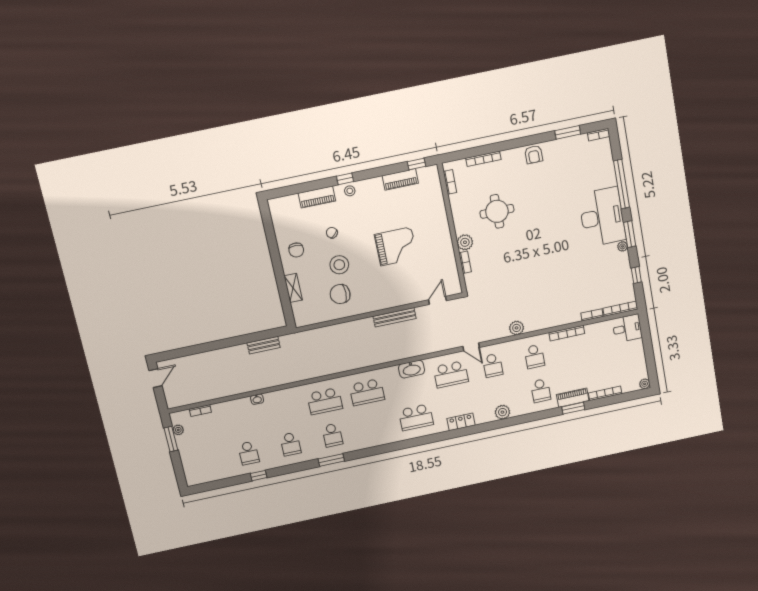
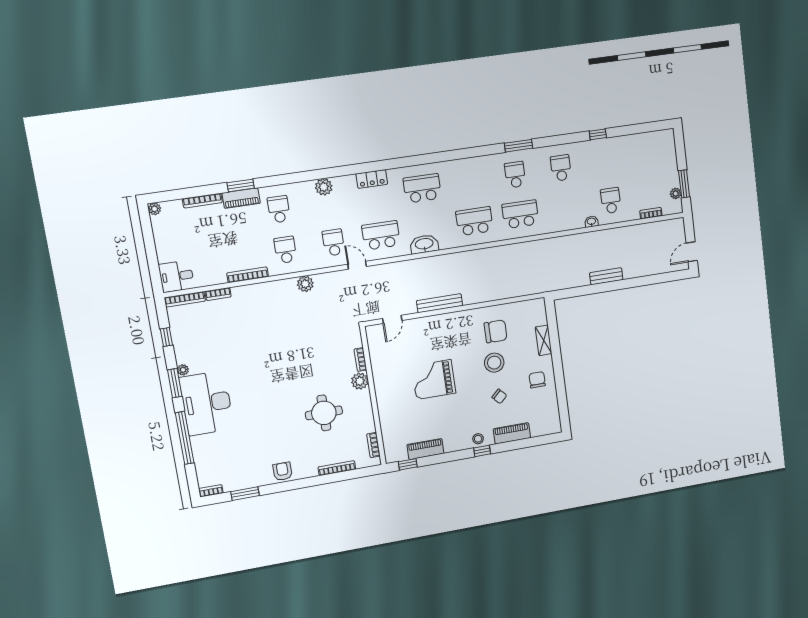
bench: (264, 345) -> (606, 276), moved
school desk: (249, 453) -> (611, 201), moved

